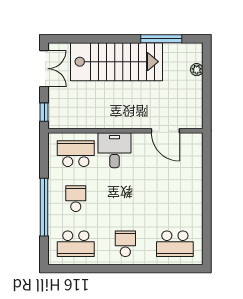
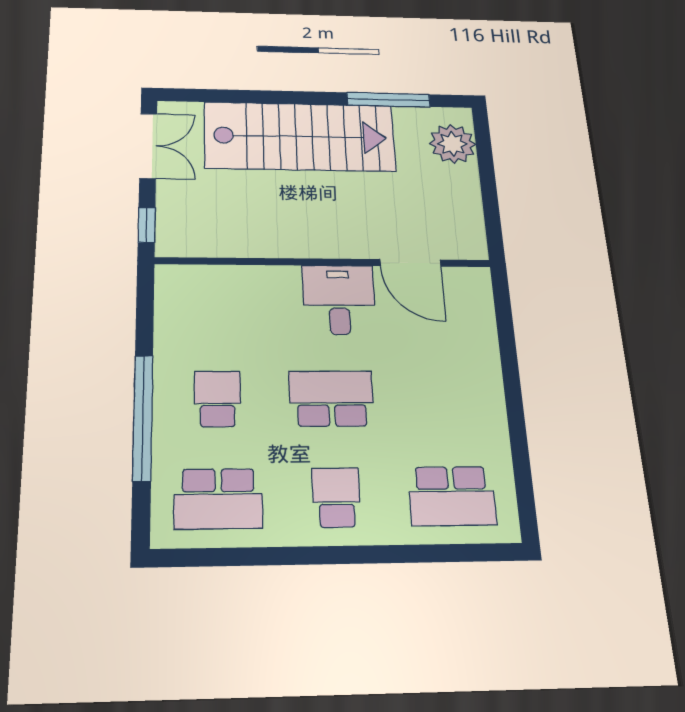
plant: (197, 70) -> (453, 144), width x1.88, depth x1.88
desk: (115, 150) -> (339, 300), moved
school desk: (76, 154) -> (331, 398), moved

